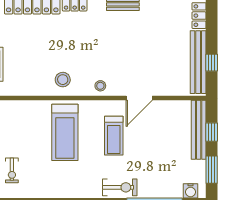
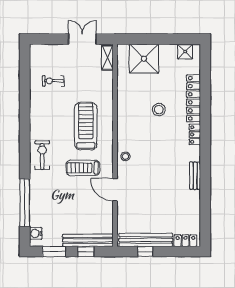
stool: (63, 80) -> (159, 110), moved
treadmill: (65, 132) -> (86, 126), turned 90
exercise bike: (120, 187) -> (42, 155), moved, turned 180

